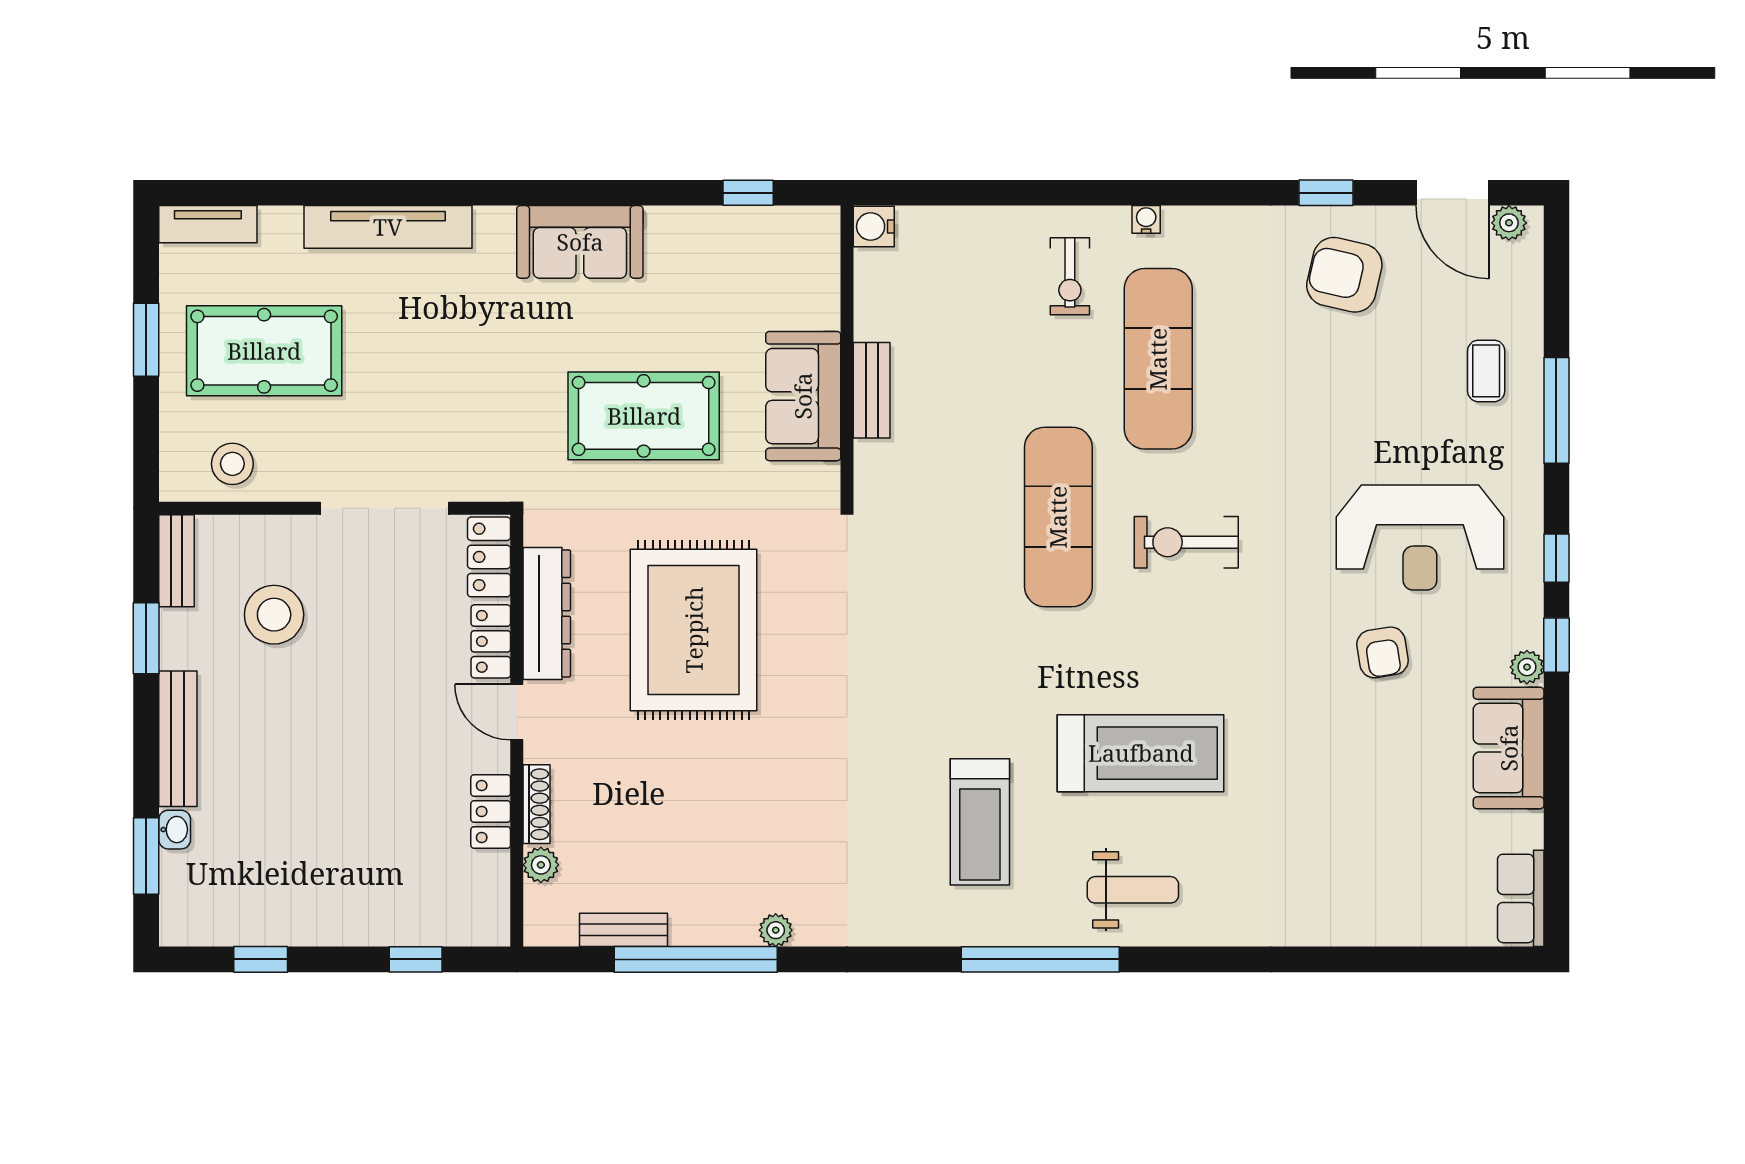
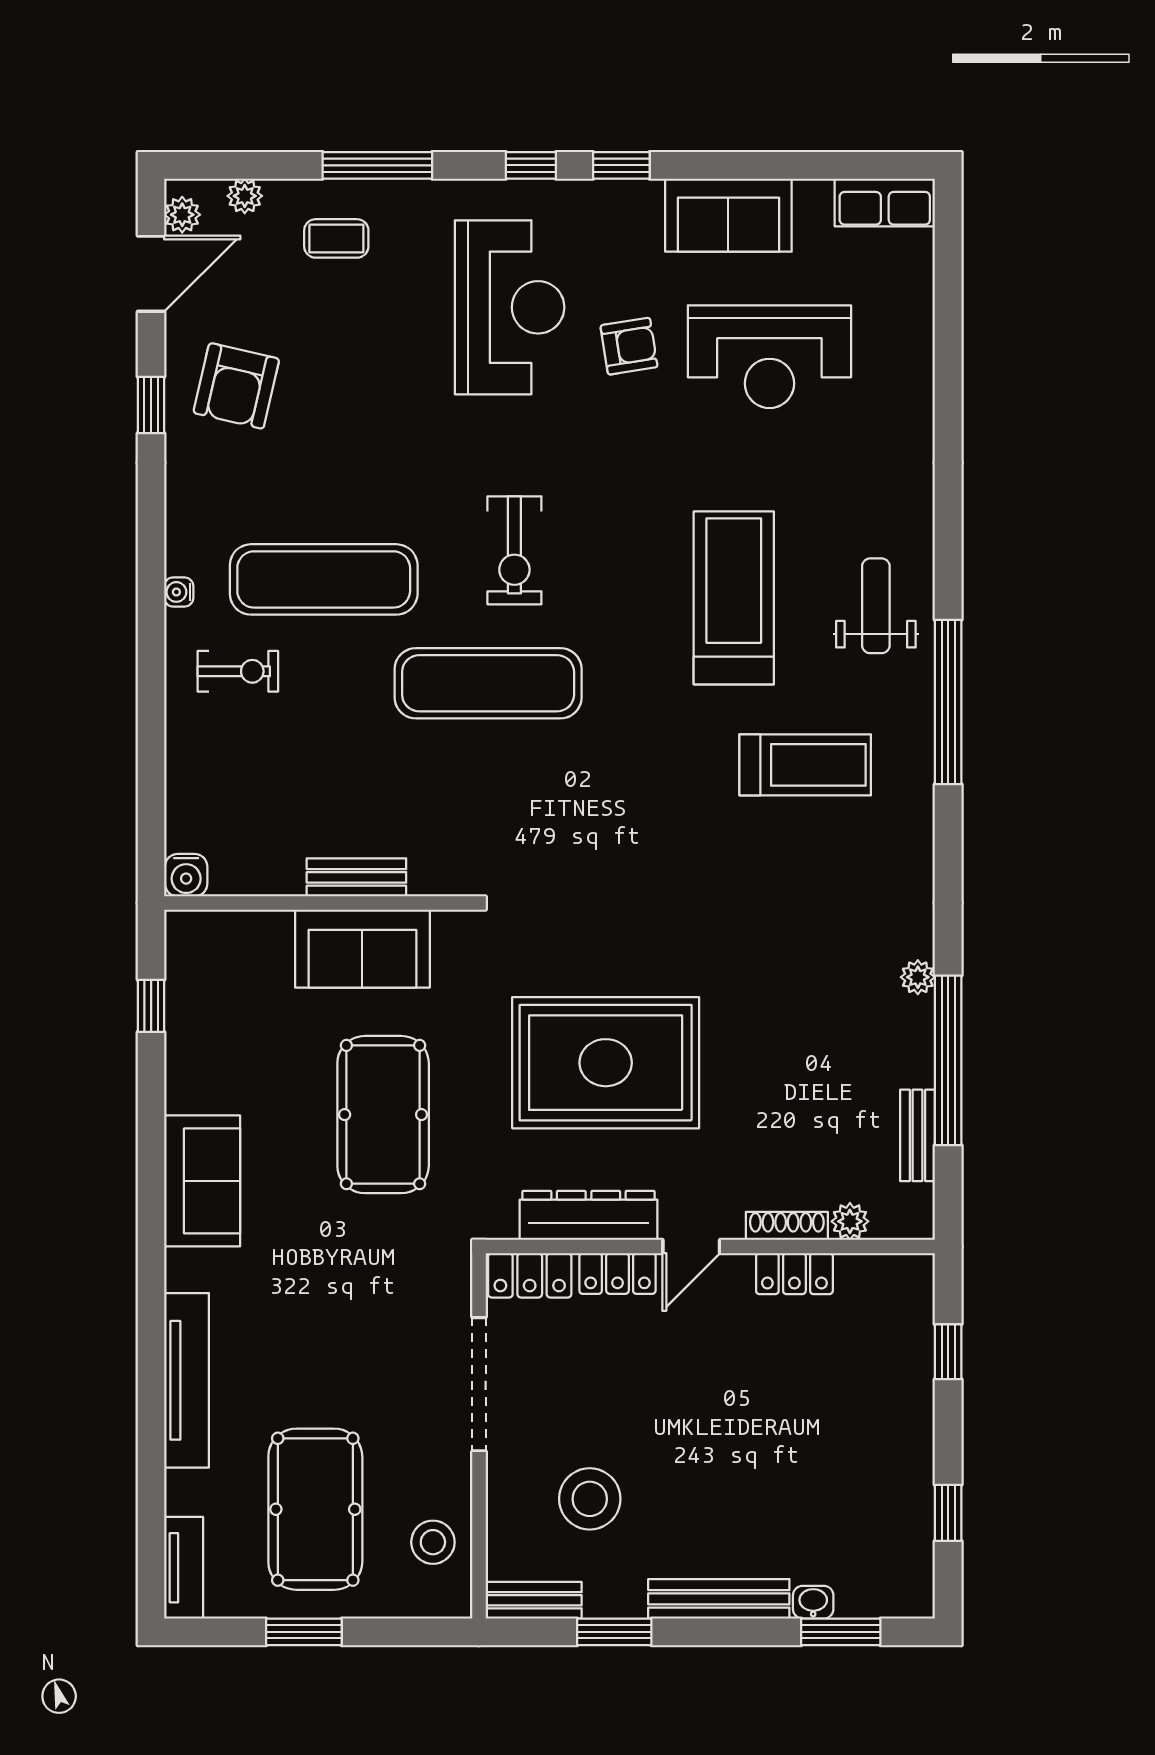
plant: (1527, 667) -> (245, 196), moved
reception desk: (1372, 787) -> (769, 357), added

